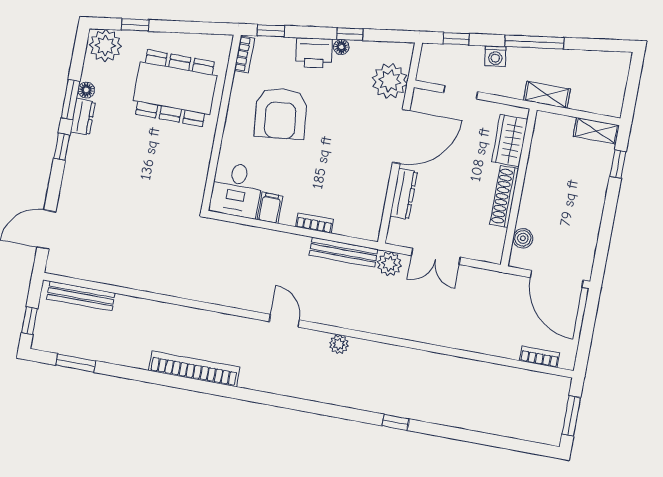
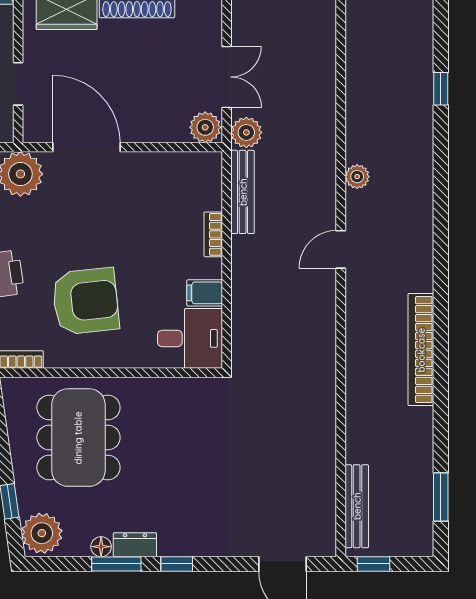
dresser: (404, 194) -> (157, 131), removed
plant: (399, 232) -> (205, 127), added
window: (30, 321) -> (373, 564), moved

